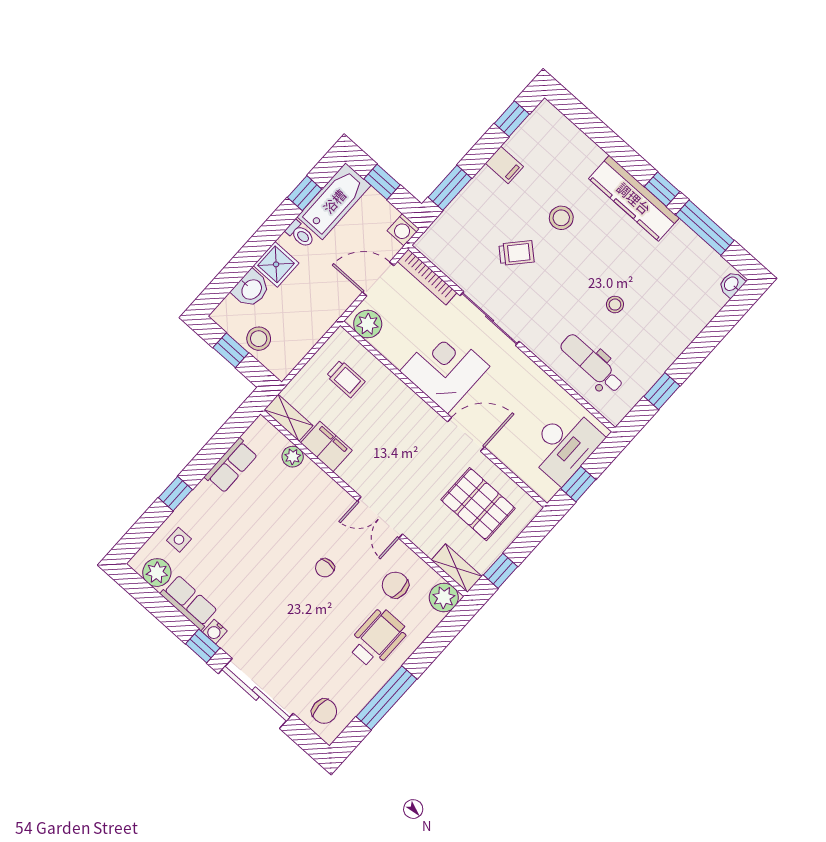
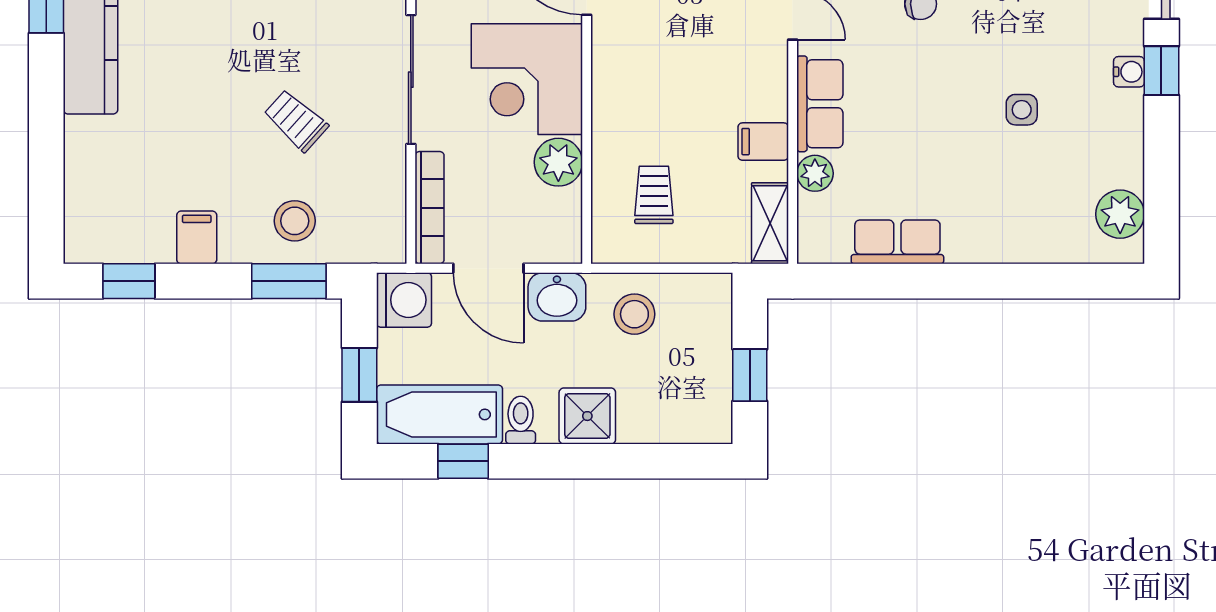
stool: (561, 218) -> (295, 221), moved
washing machine: (403, 230) -> (404, 300), width x1.38, depth x1.38
washbasin: (251, 289) -> (557, 297), moved, turned 180
plant: (368, 324) -> (558, 162), moved
stool: (259, 339) -> (634, 314), moved
filing cabinet: (326, 447) -> (763, 142), width x0.50
window: (175, 494) -> (998, 281), removed
side table: (179, 540) -> (1022, 110), moved
row of seats: (189, 602) -> (820, 104), moved, turned 180

